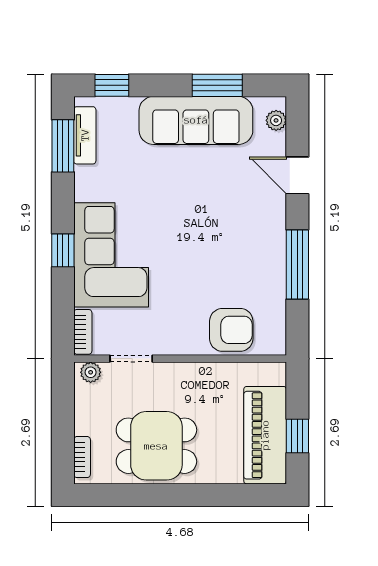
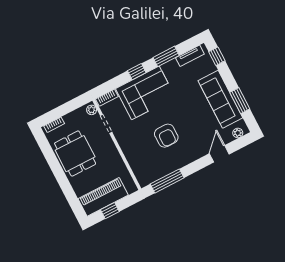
window: (63, 146) -> (166, 56), moved
window: (297, 265) -> (167, 181), moved
armchair: (231, 330) -> (166, 136), moved

